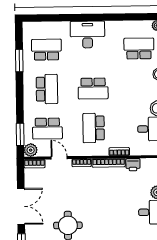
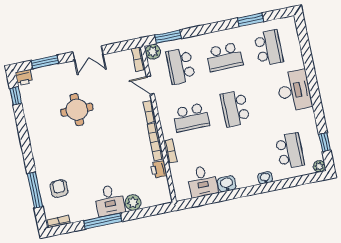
window: (137, 17) -> (325, 142), added
school desk: (94, 128) -> (191, 117), turned 180
door: (59, 158) -> (150, 85), swing flipped
double door: (21, 206) -> (88, 53), width x0.73

